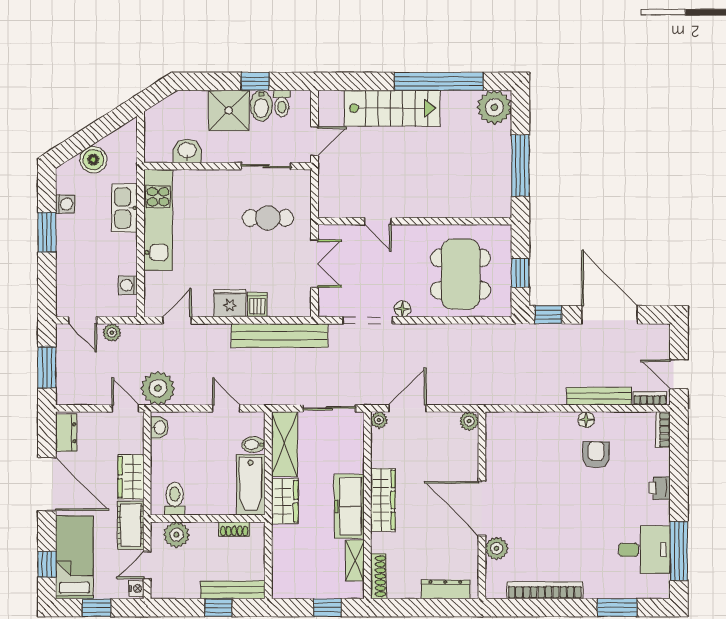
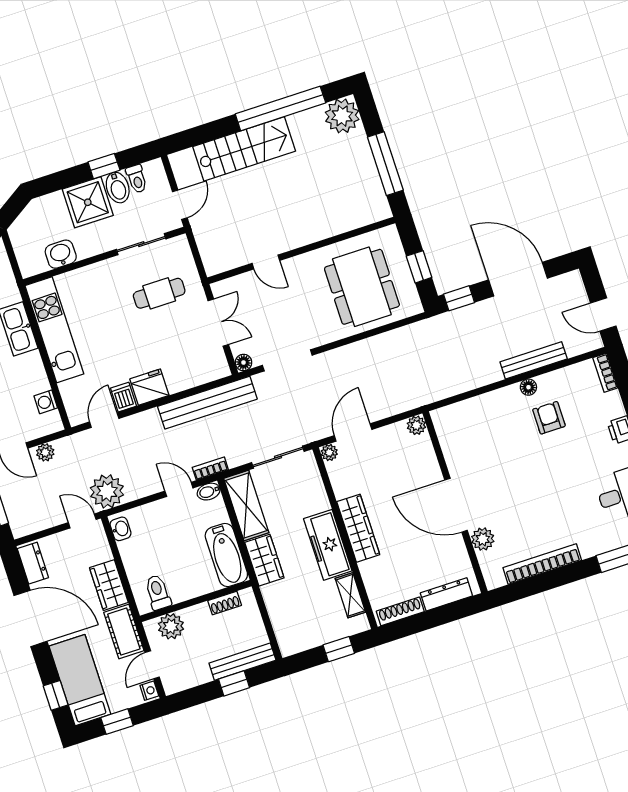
dishwasher: (257, 305) -> (123, 397), moved
floor lamp: (402, 309) -> (244, 362), moved
bookcase: (650, 398) -> (210, 469), moved
bidet: (253, 444) -> (209, 492), moved
shoe rack: (378, 576) -> (400, 611), moved, turned -90

